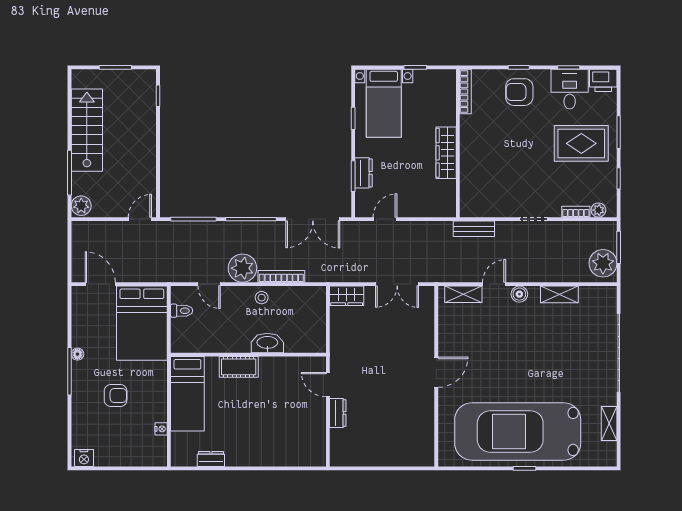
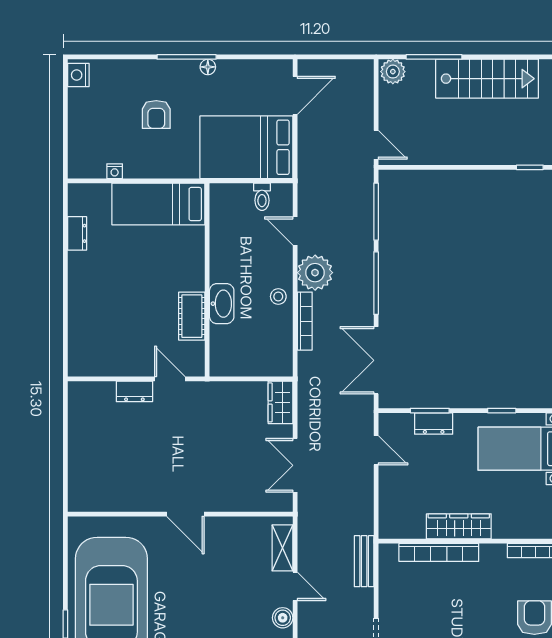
bookcase: (467, 169) -> (439, 552), added
door: (209, 284) -> (295, 231), hinge flipped
cot: (239, 367) -> (192, 316), moved
door: (328, 385) -> (170, 379), hinge flipped

